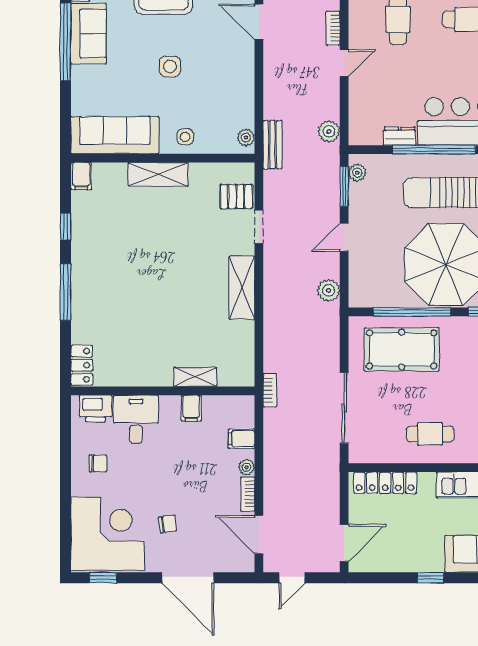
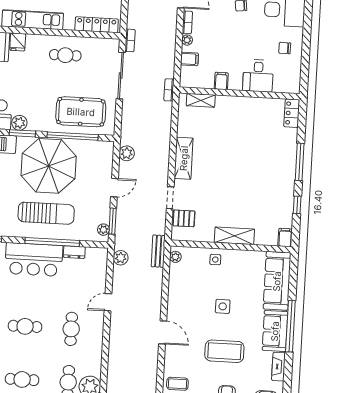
bookcase: (333, 28) -> (130, 40), moved
sofa: (115, 135) -> (277, 281), moved, turned 90
shelving: (195, 377) -> (201, 100), moved
printer: (96, 409) -> (284, 84), removed

